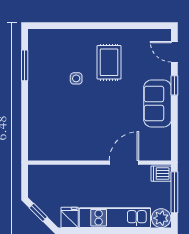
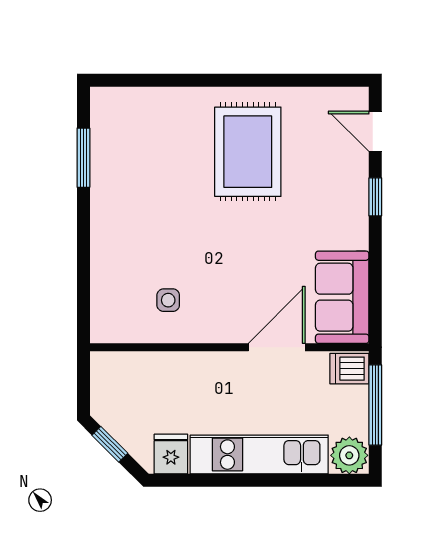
rug: (109, 62) -> (248, 152), width x1.36, depth x1.43
side table: (76, 78) -> (168, 300), moved
sofa: (157, 104) -> (342, 297), moved

